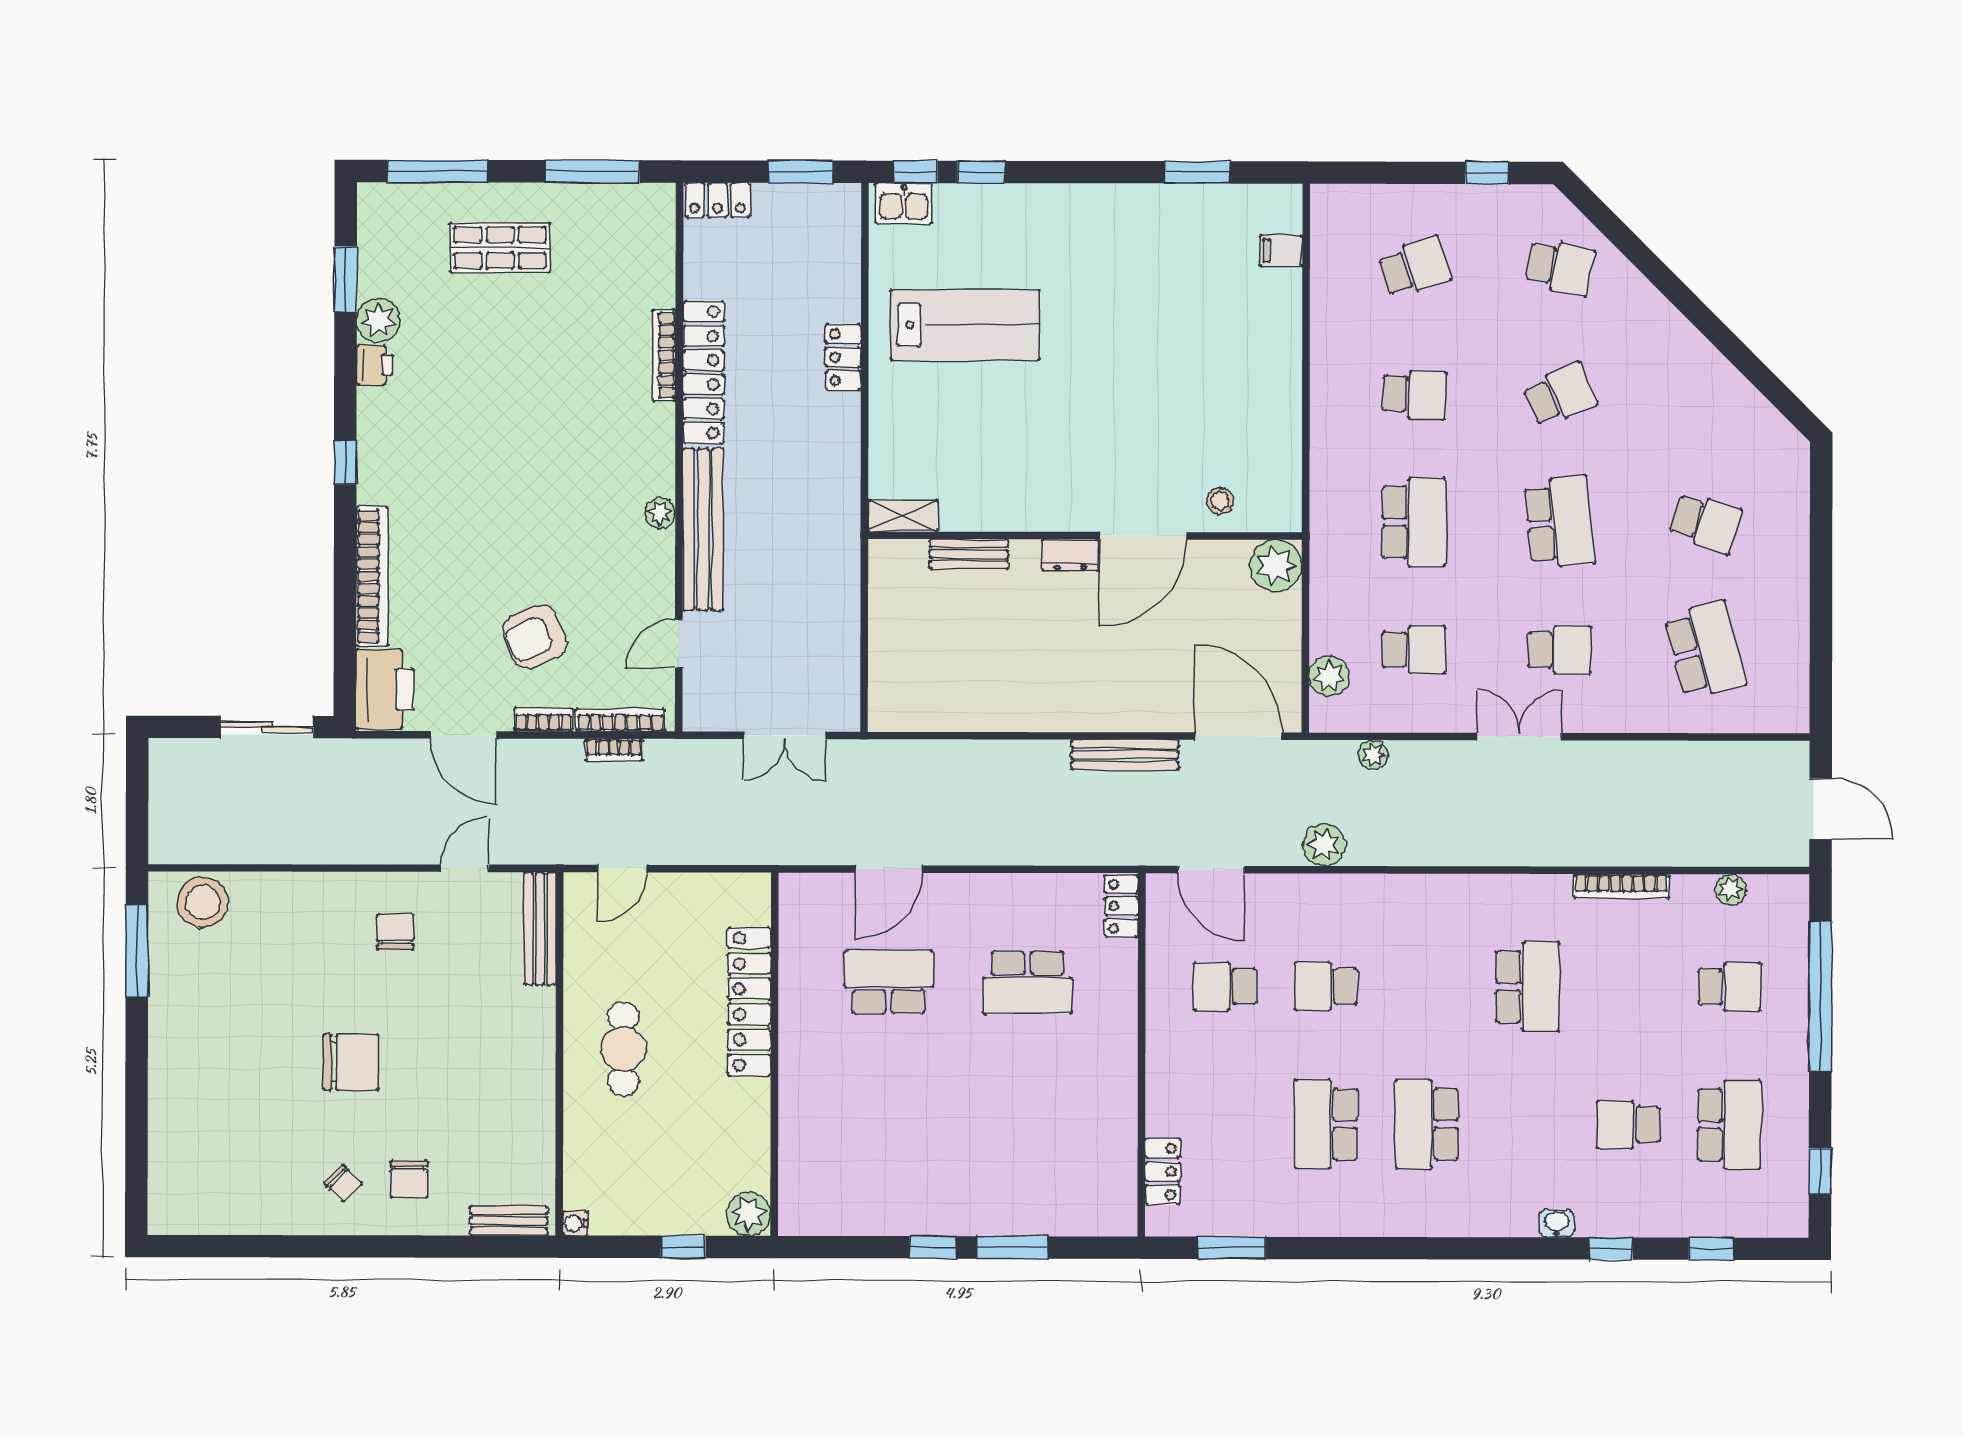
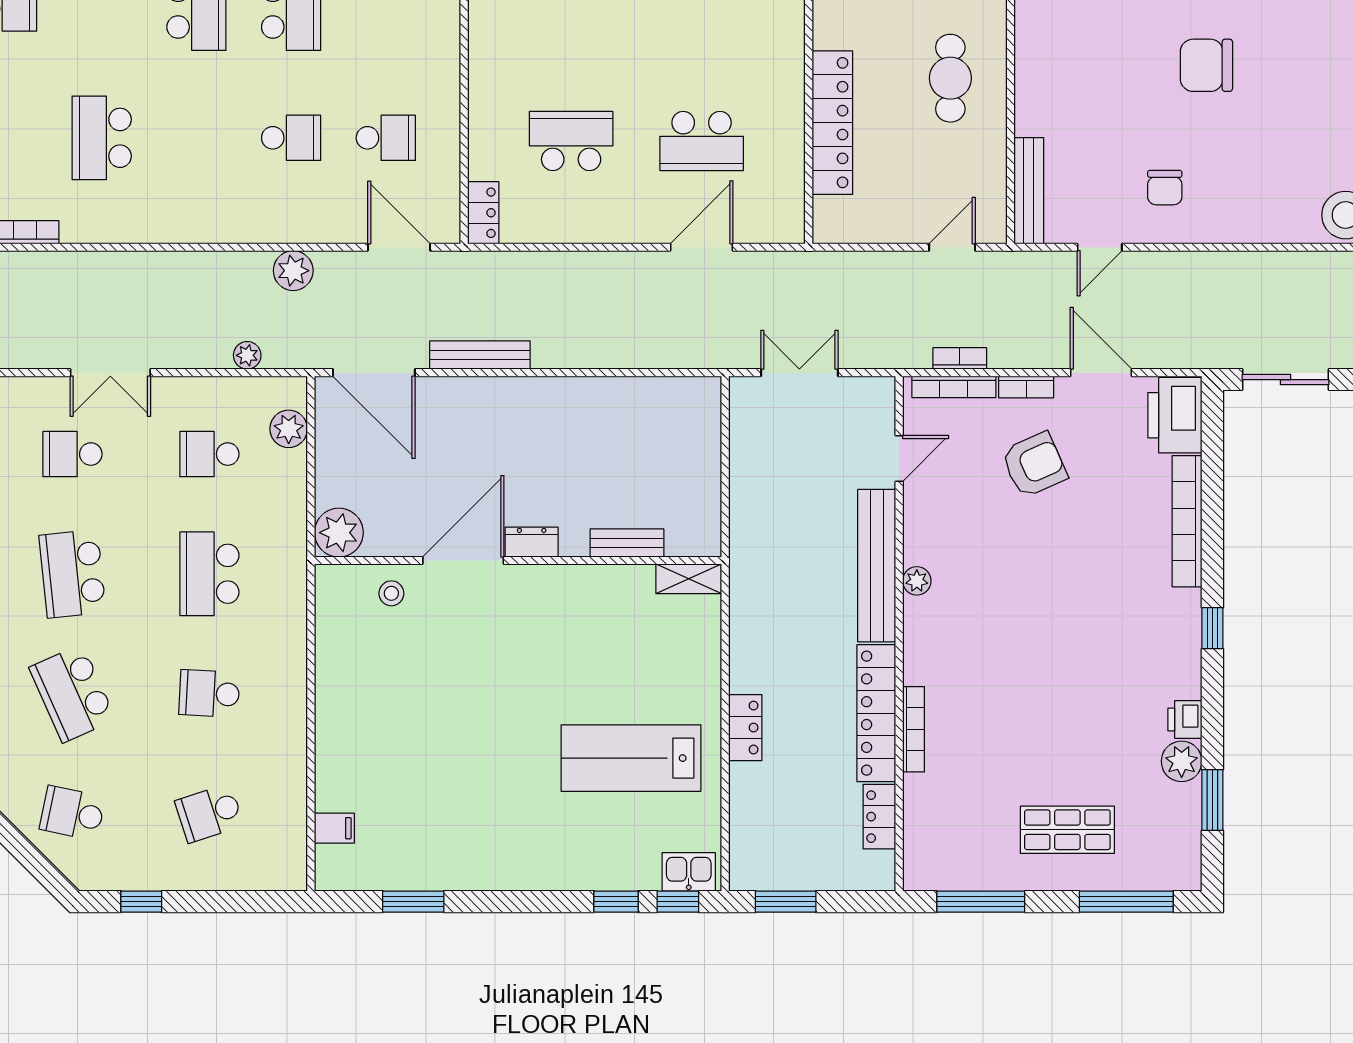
locker: (718, 200) -> (879, 817), moved, turned -90
school desk: (1560, 395) -> (72, 693), width x1.85

